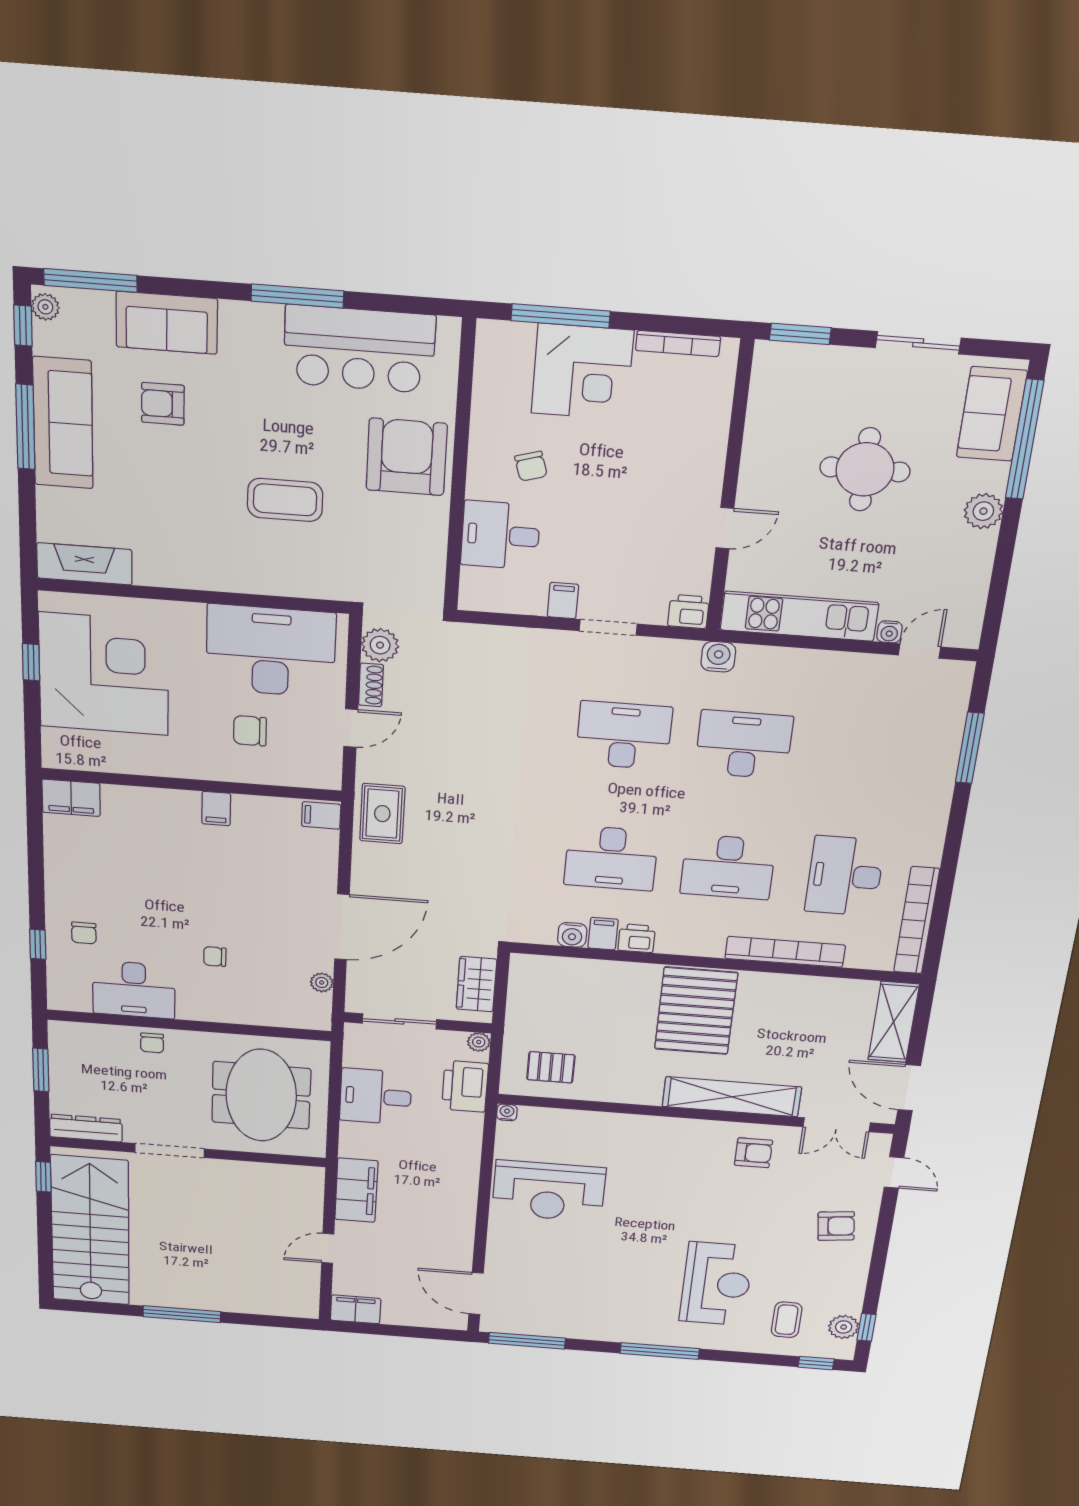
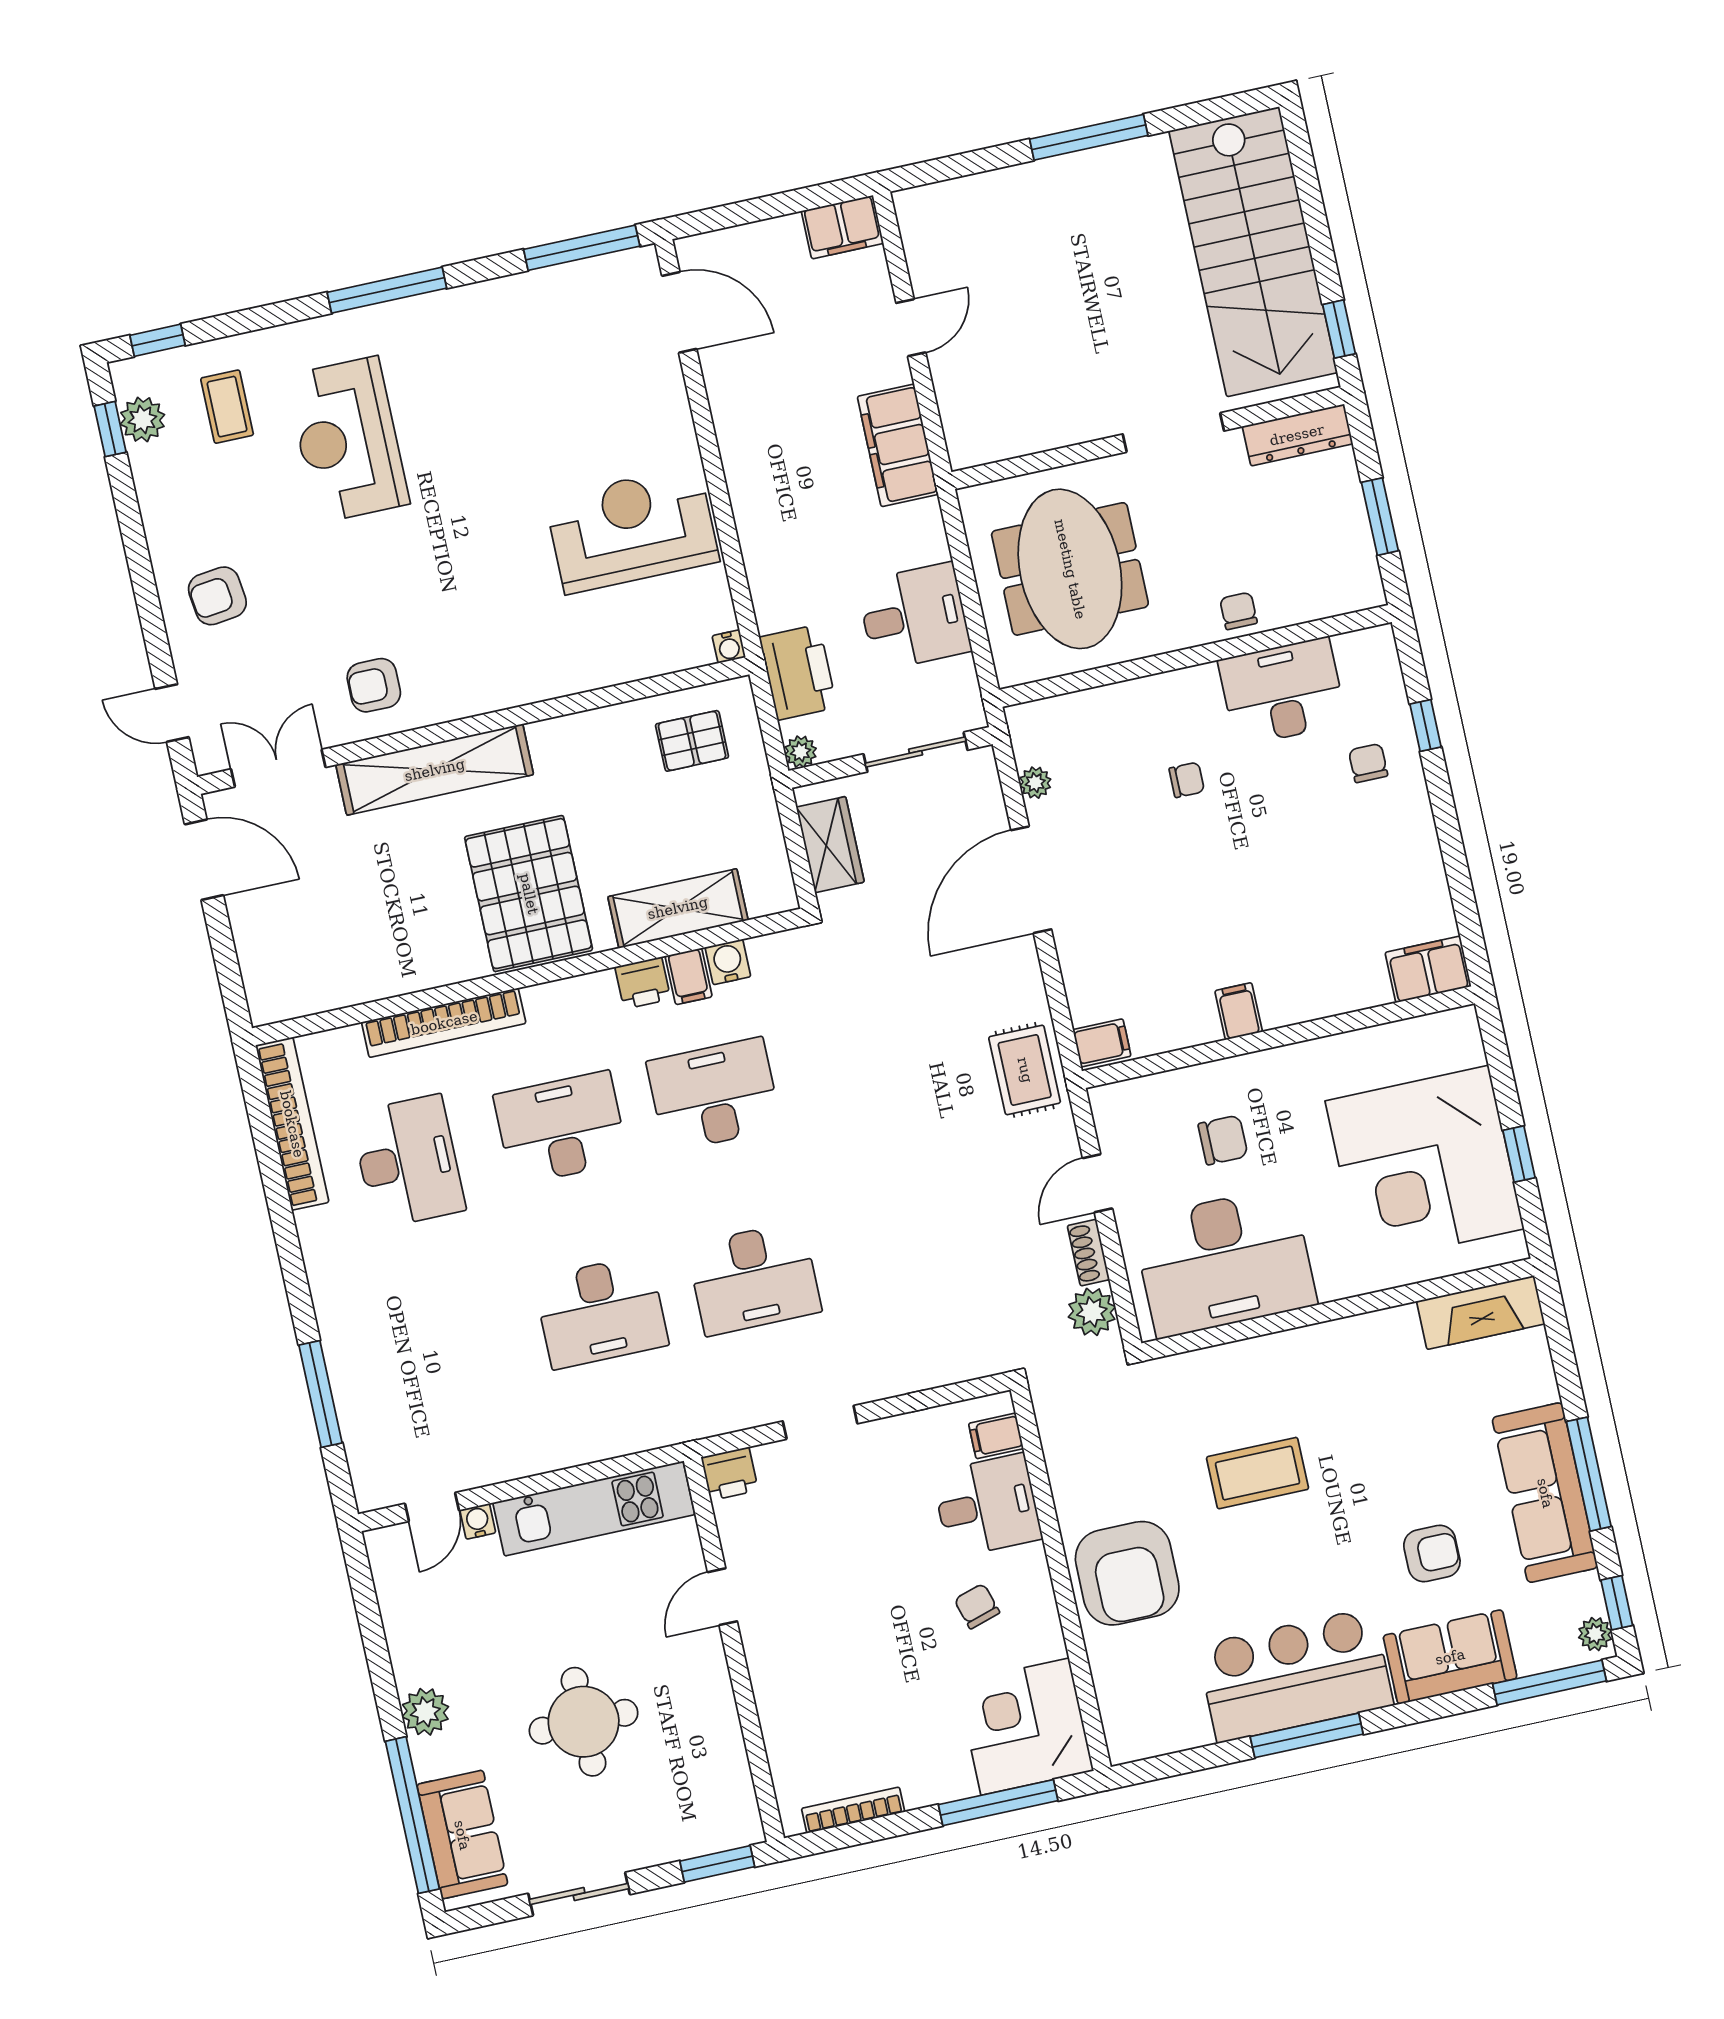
bar counter: (359, 349) -> (1295, 1675), moved
corner desk: (582, 372) -> (1025, 1727), moved
filing cabinet: (563, 601) -> (996, 1436), moved, turned 90
water cooler: (718, 657) -> (673, 1424), removed
shelving: (894, 1022) -> (678, 908), moved, turned 90

